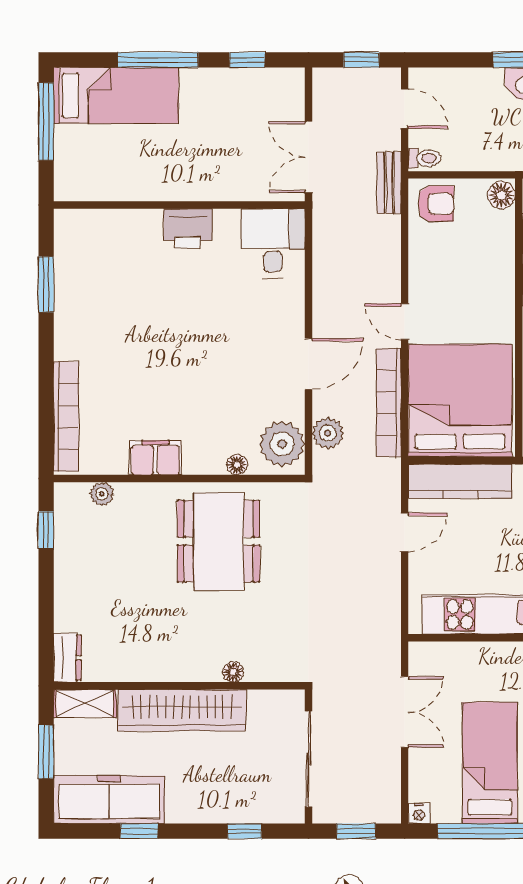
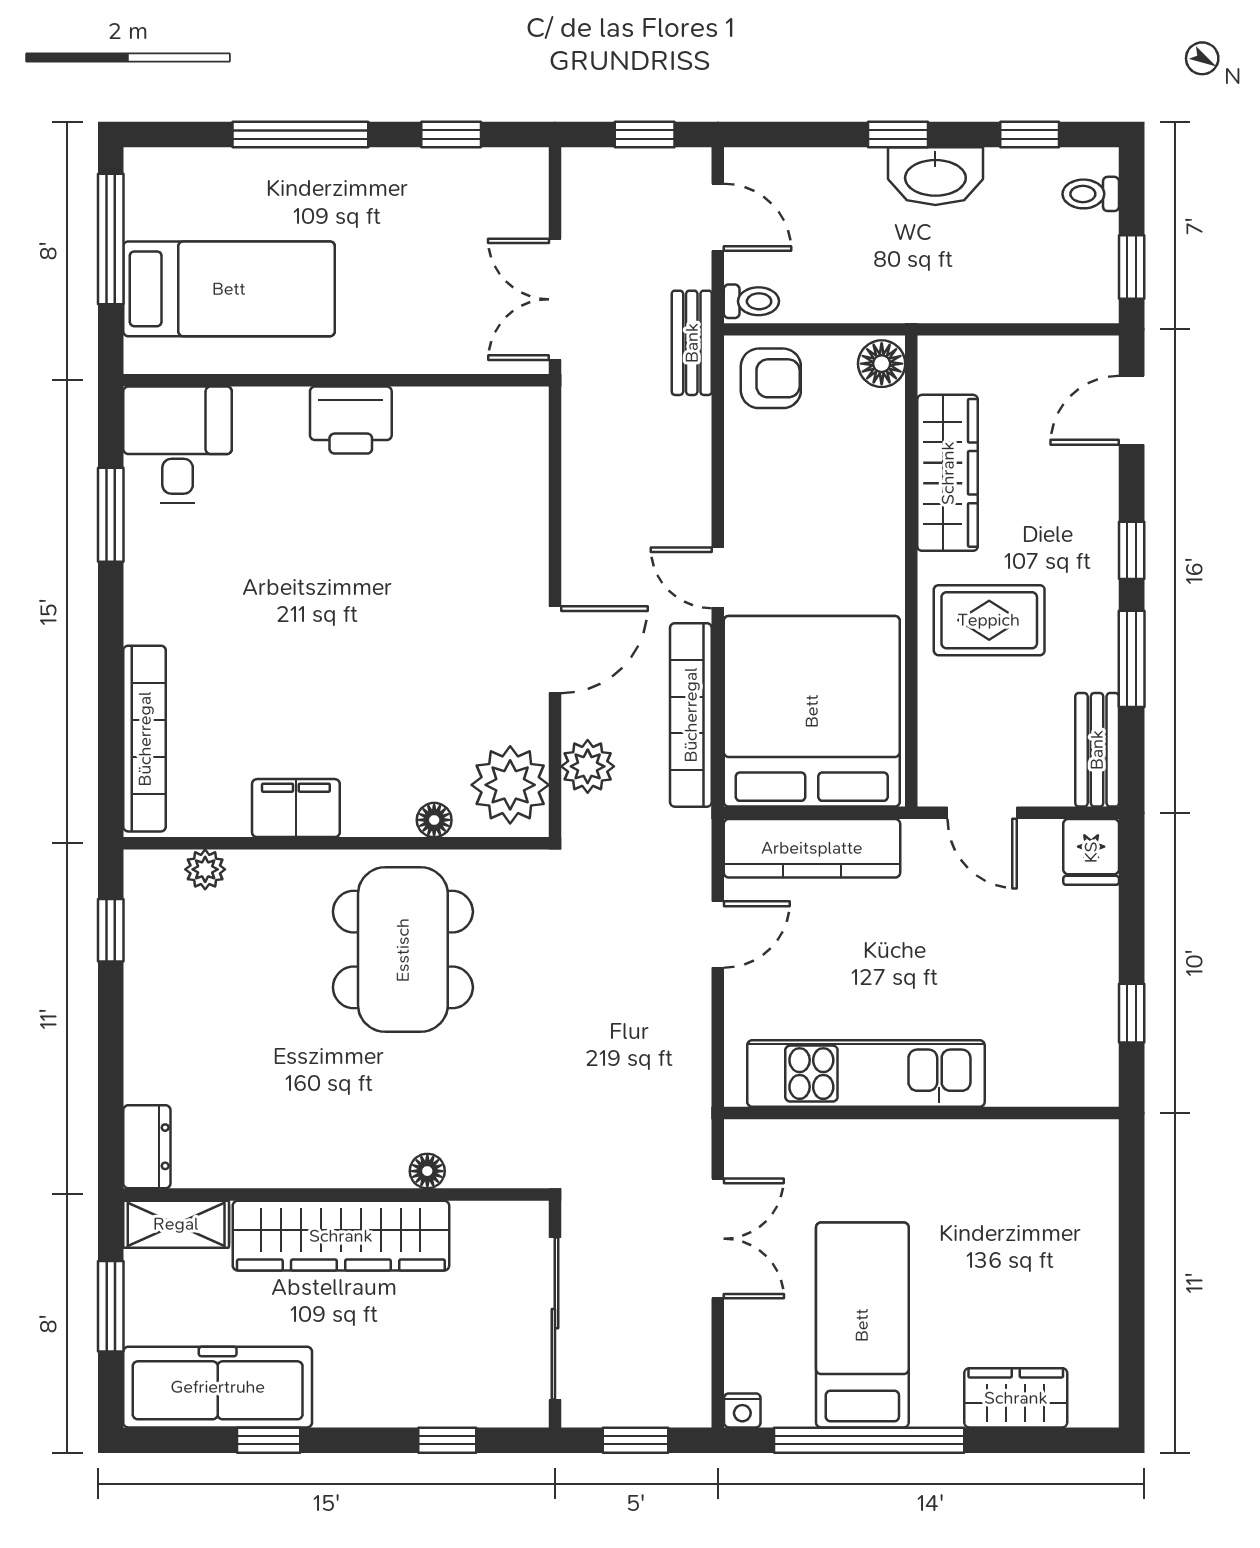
bed: (116, 95) -> (229, 289), moved
desk: (273, 243) -> (178, 445), moved

